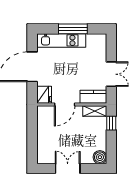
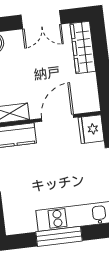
wardrobe: (43, 148) -> (83, 47), added

